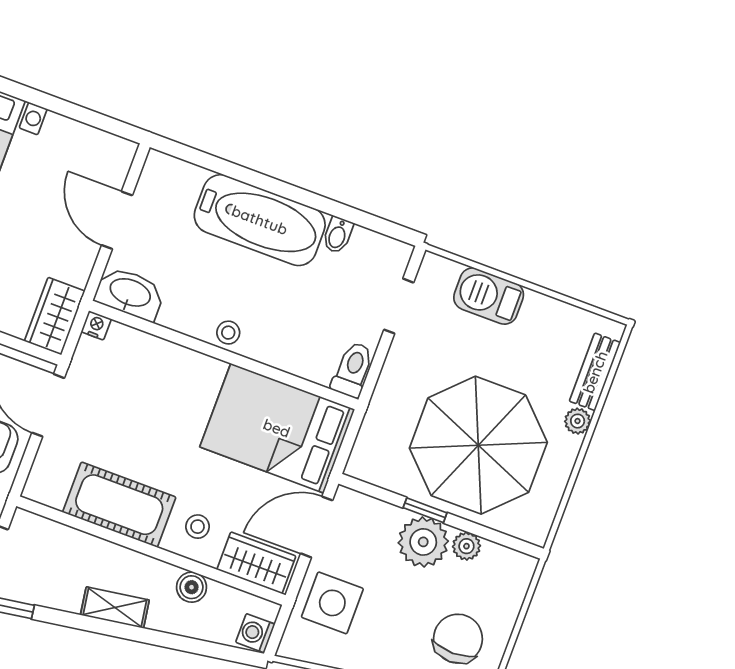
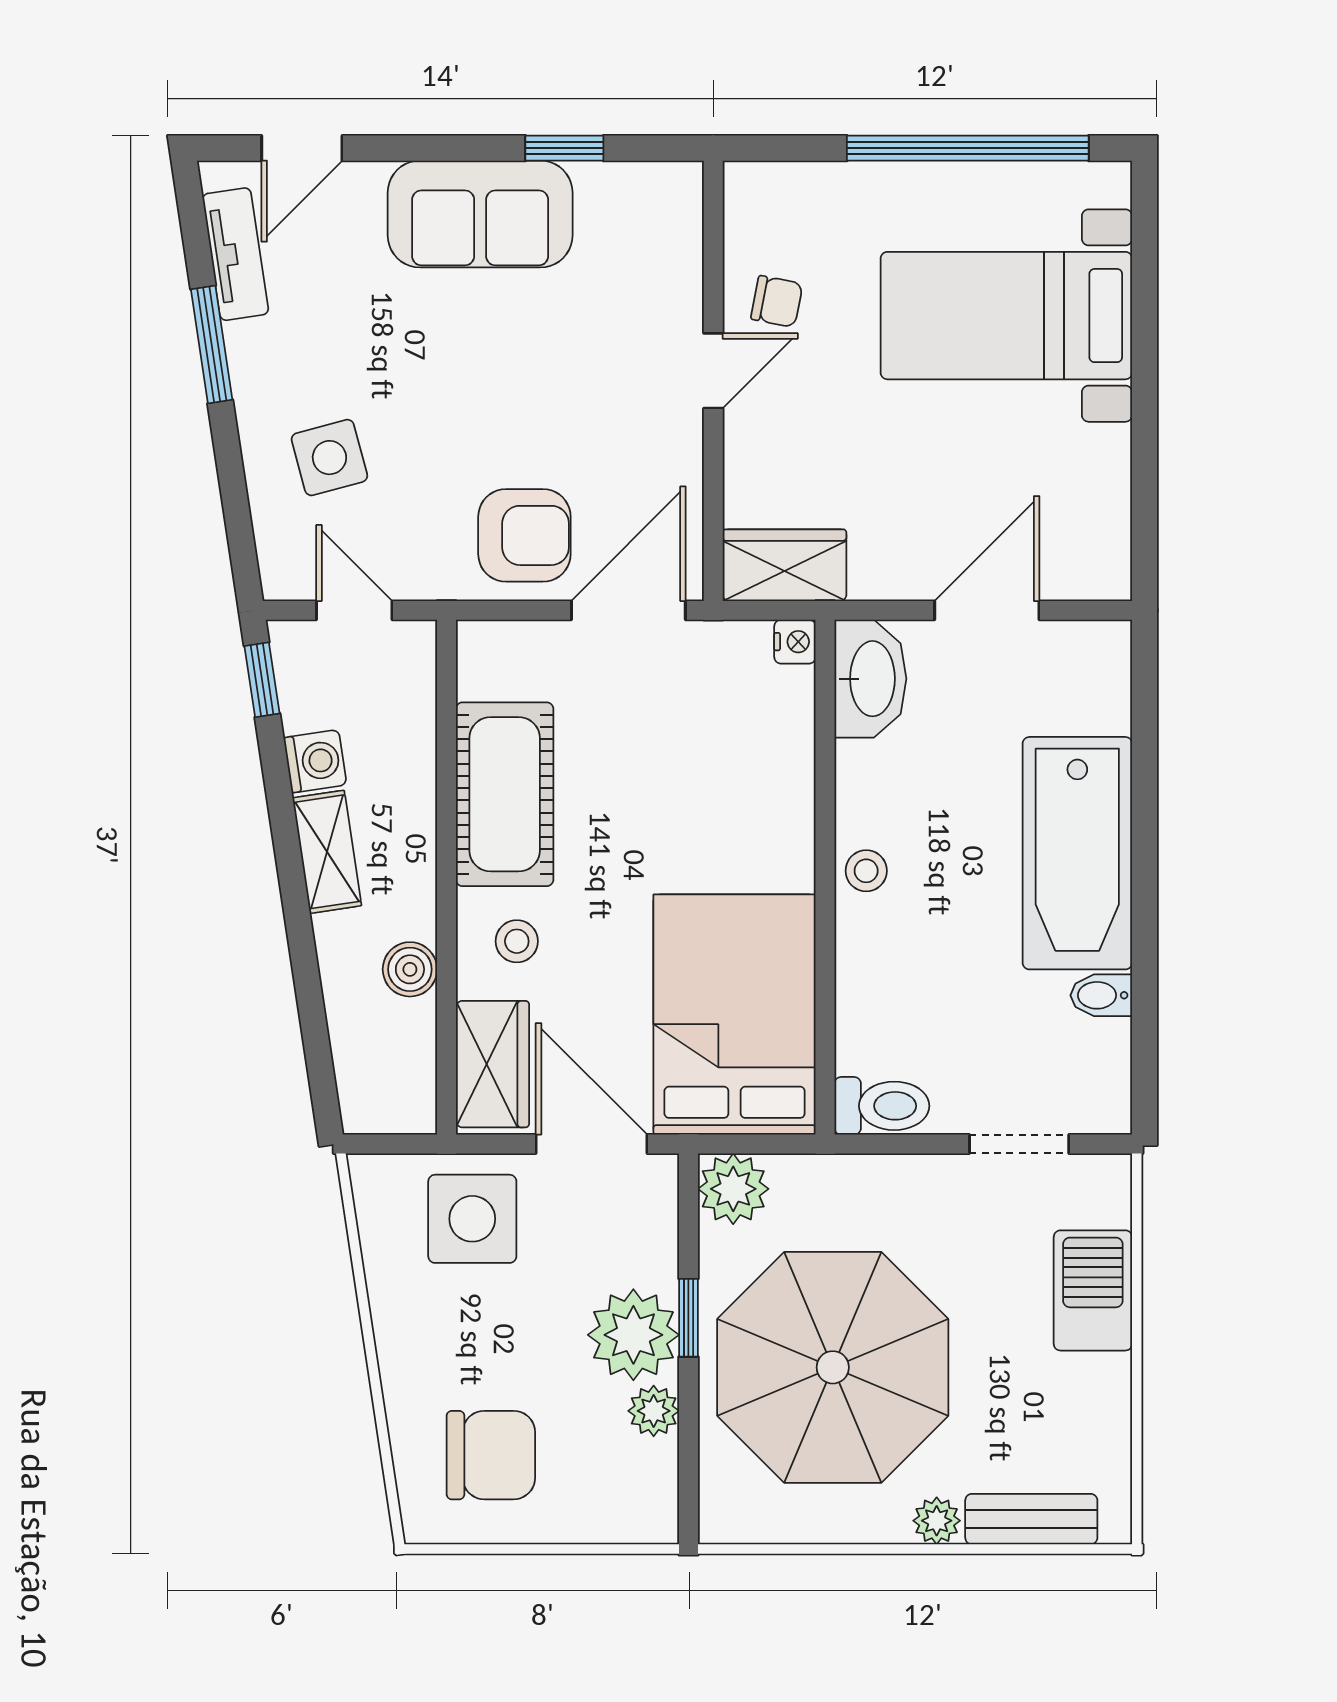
plant: (367, 462) -> (733, 1189), added
washing machine: (255, 633) -> (315, 761), moved, turned 81

